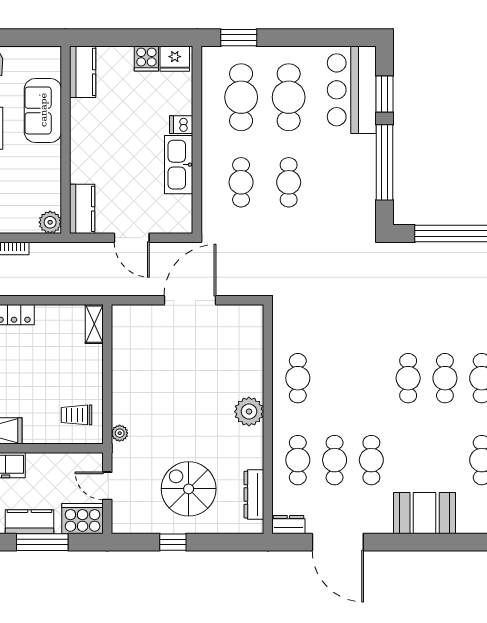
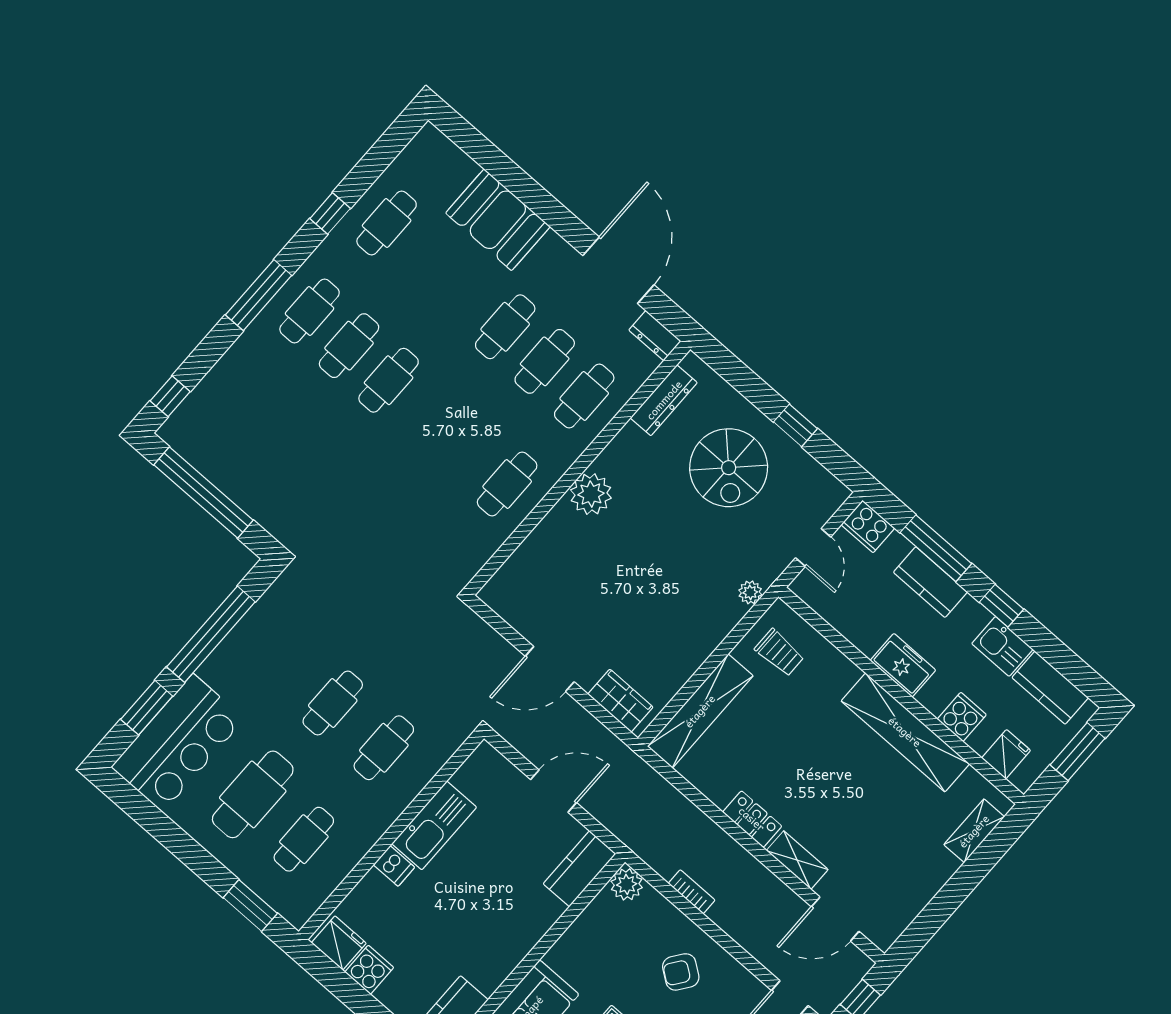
cafe table: (241, 97) -> (304, 839), width x0.73, depth x0.74
door: (132, 238) -> (554, 791), hinge flipped
door: (190, 300) -> (550, 669), width x0.73
wardrobe: (138, 316) -> (620, 701), added
shelving: (94, 324) -> (700, 711), width x2.20, depth x1.33
cooker: (83, 519) -> (868, 526), width x0.73, depth x0.76

